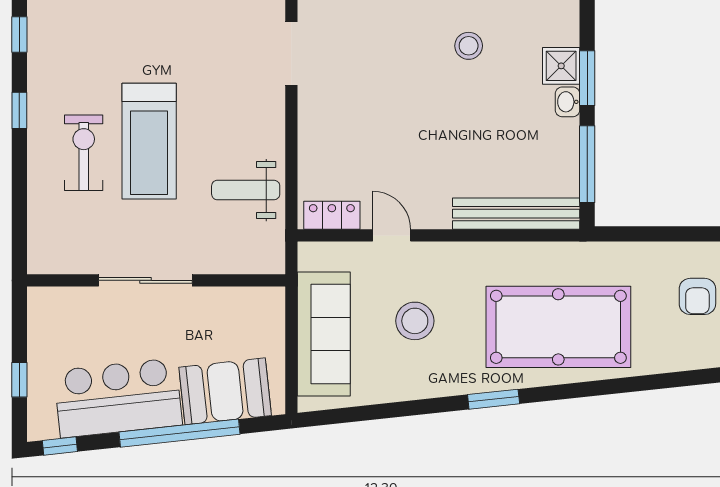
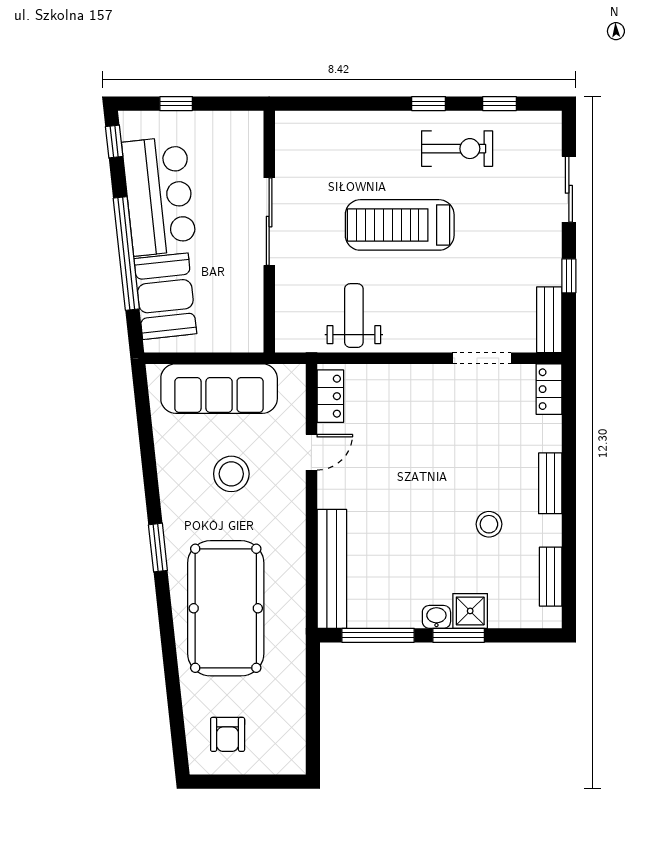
exercise bike: (84, 153) -> (457, 149), moved
armchair: (697, 296) -> (228, 734), moved, turned -90

